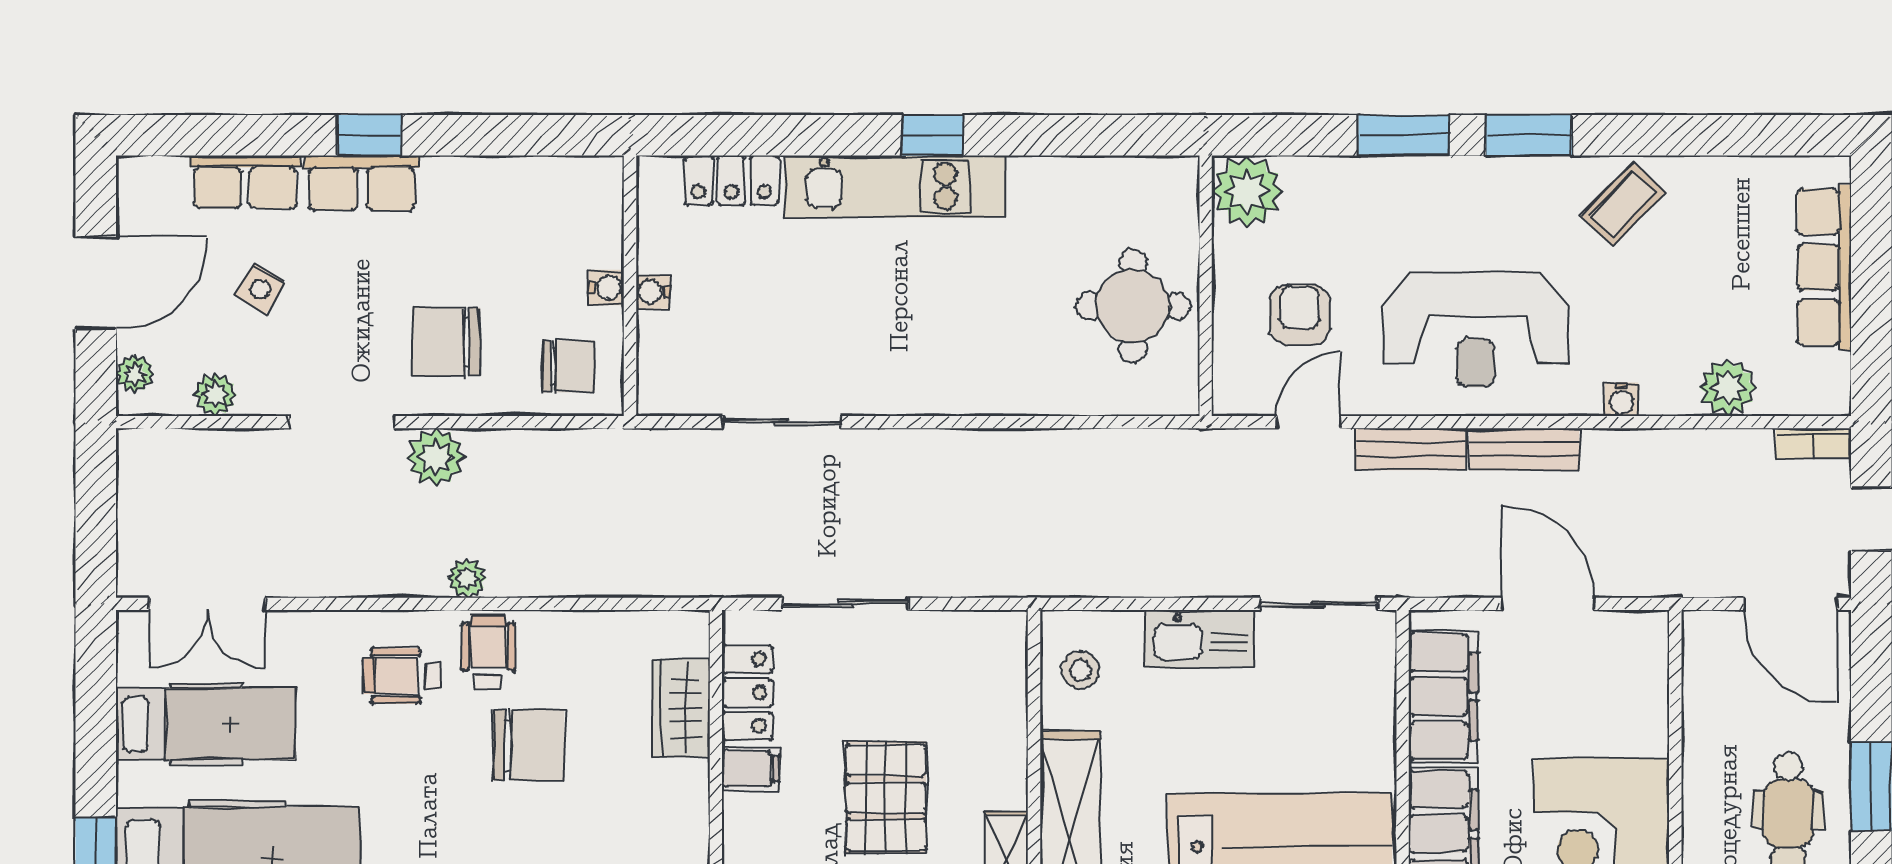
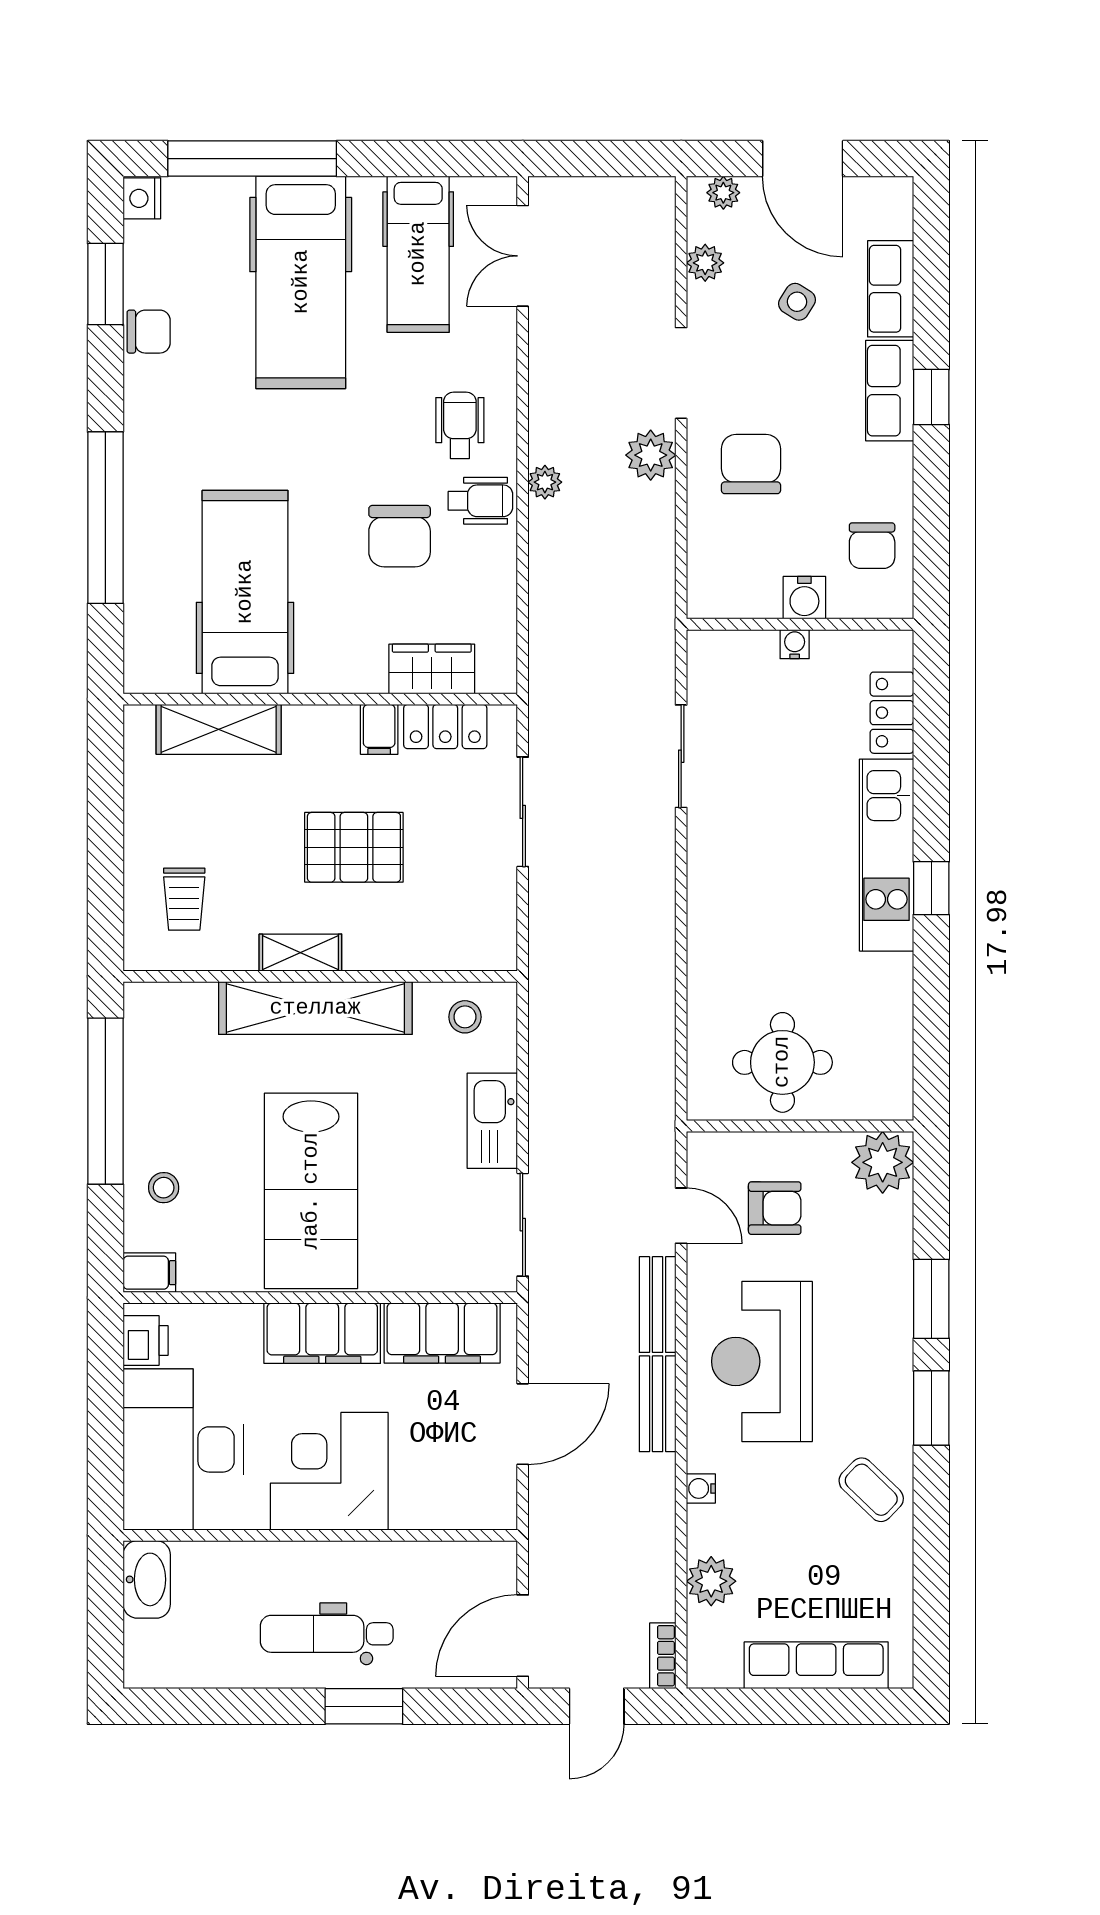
water cooler: (606, 287) -> (804, 598), width x1.38, depth x1.38
chair: (568, 366) -> (872, 546), moved

